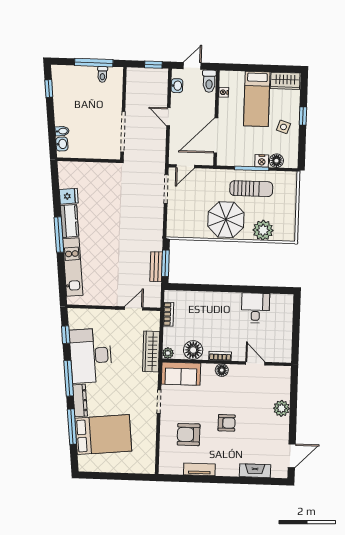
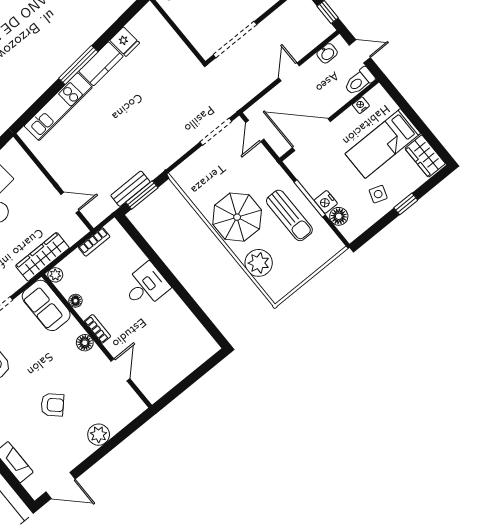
door: (185, 166) -> (255, 131), hinge flipped
desk: (255, 308) -> (146, 286), moved
floor lamp: (193, 350) -> (75, 301), width x0.53, depth x0.53
armchair: (227, 423) -> (52, 405), moved, turned -47

